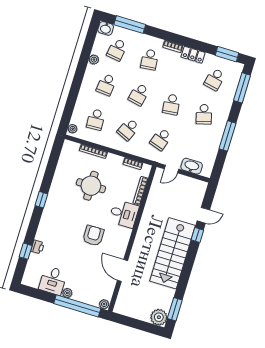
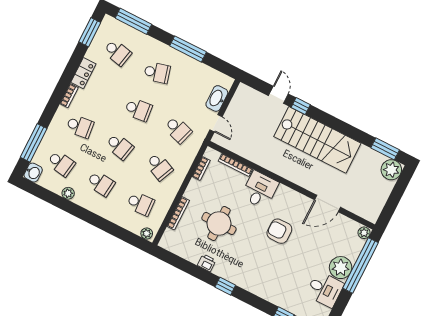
printer: (37, 247) -> (207, 263), moved
plant: (67, 293) -> (341, 268), width x1.88, depth x1.88

